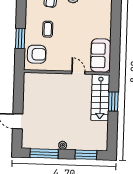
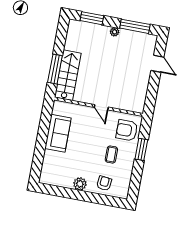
sofa: (101, 55) -> (58, 133), moved
door: (78, 73) -> (101, 107), moved
window: (113, 101) -> (55, 69), width x1.44

